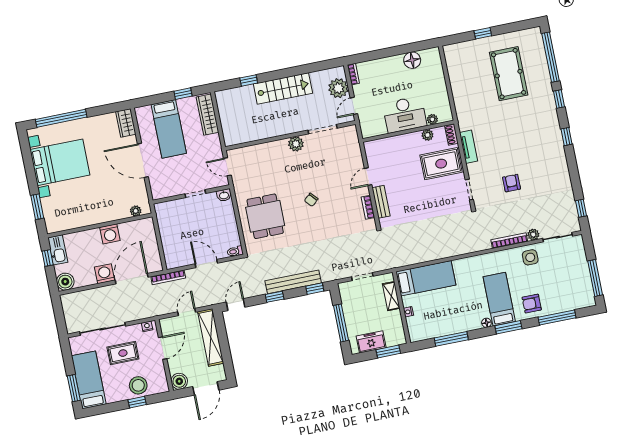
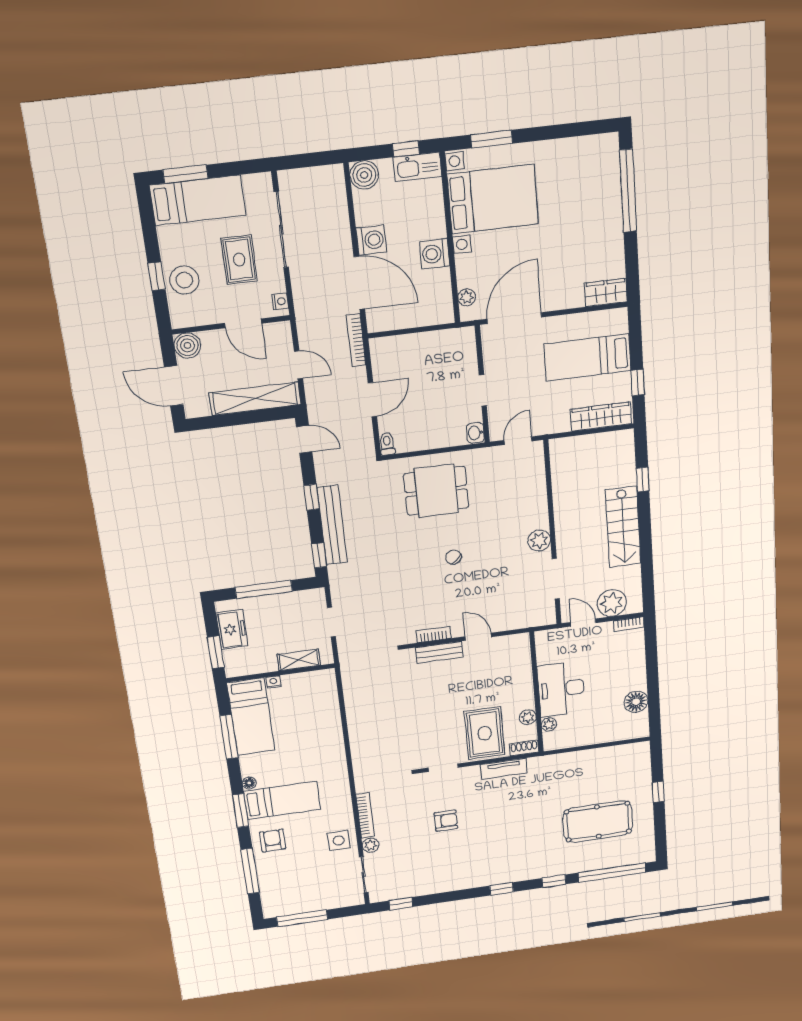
door: (143, 160) -> (514, 318), moved
bed with nightstands: (60, 162) -> (493, 199), moved, turned -90
bed: (426, 278) -> (251, 717), moved

